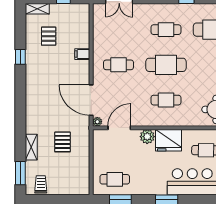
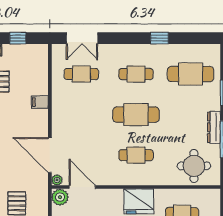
cafe table: (119, 65) -> (81, 74), moved
door: (119, 128) -> (82, 187), hinge flipped
plant: (147, 137) -> (60, 197), moved

